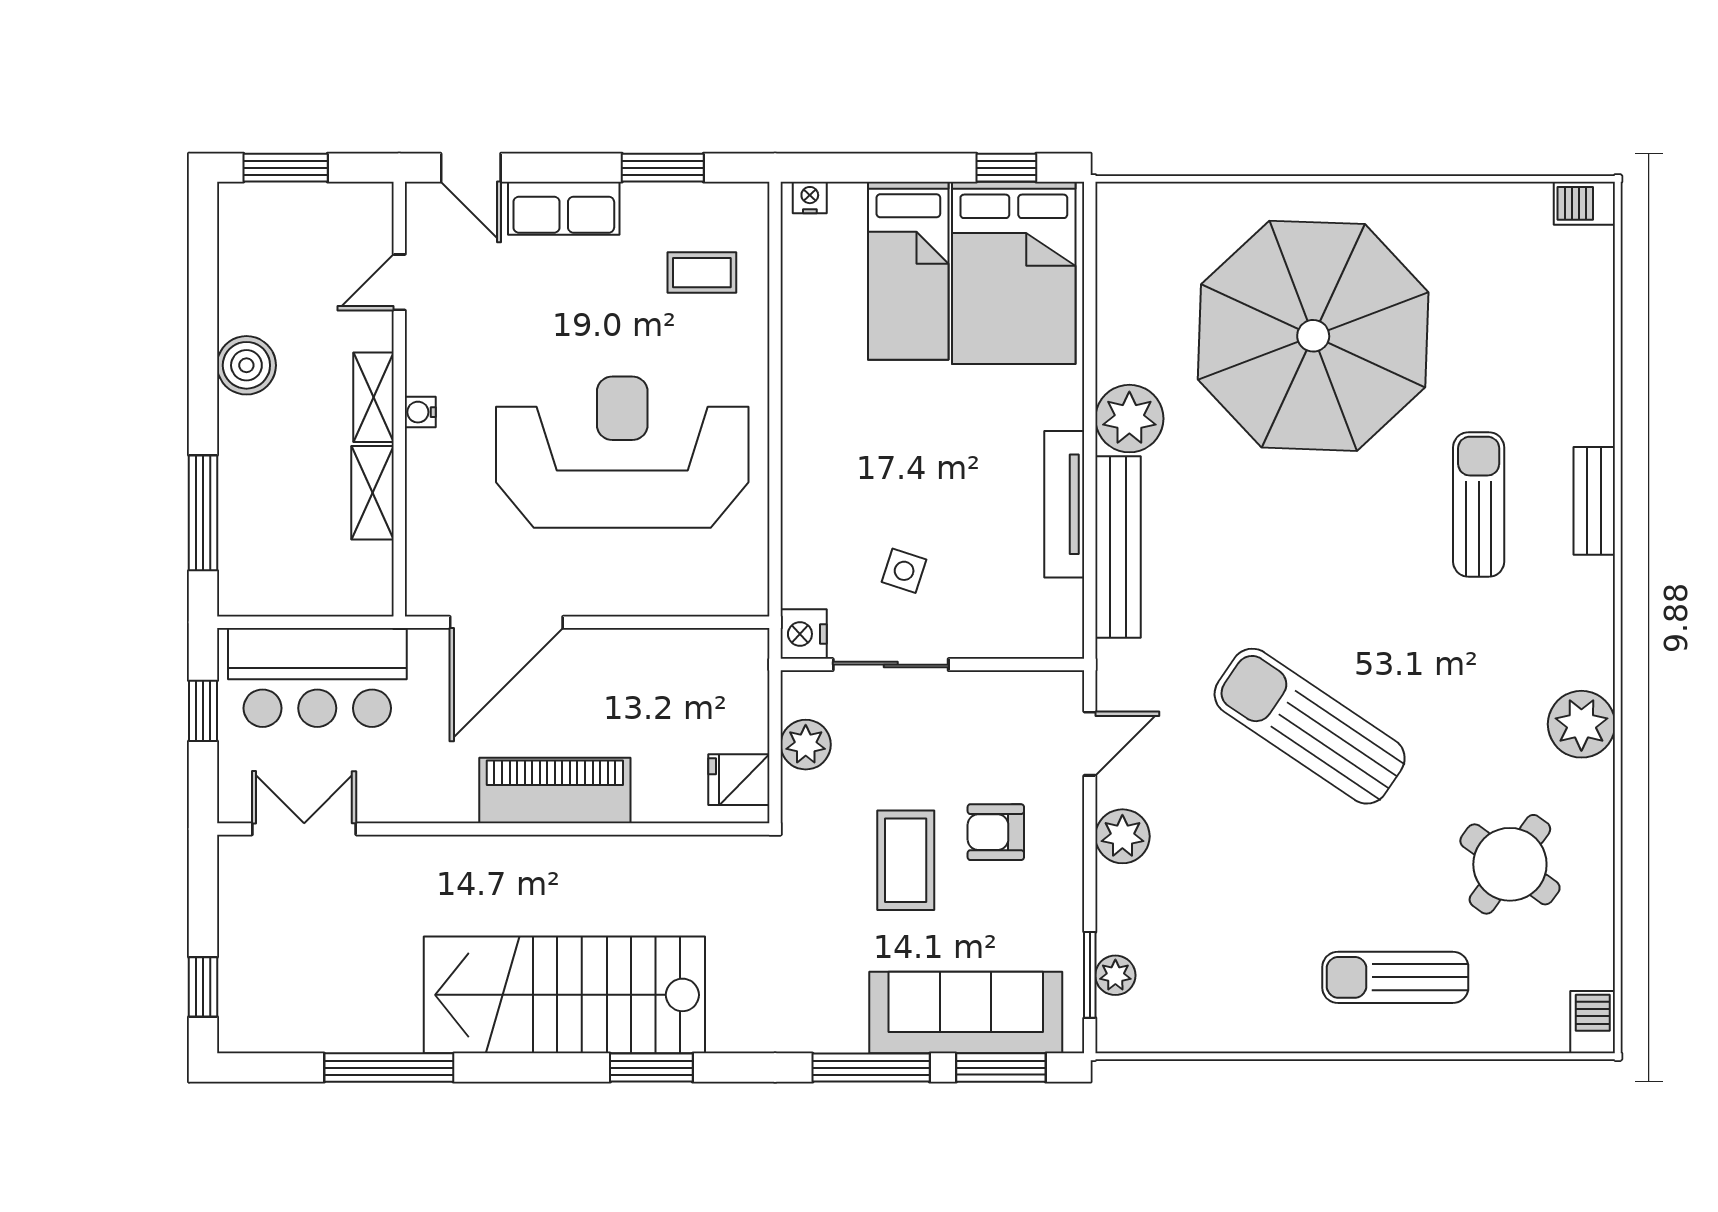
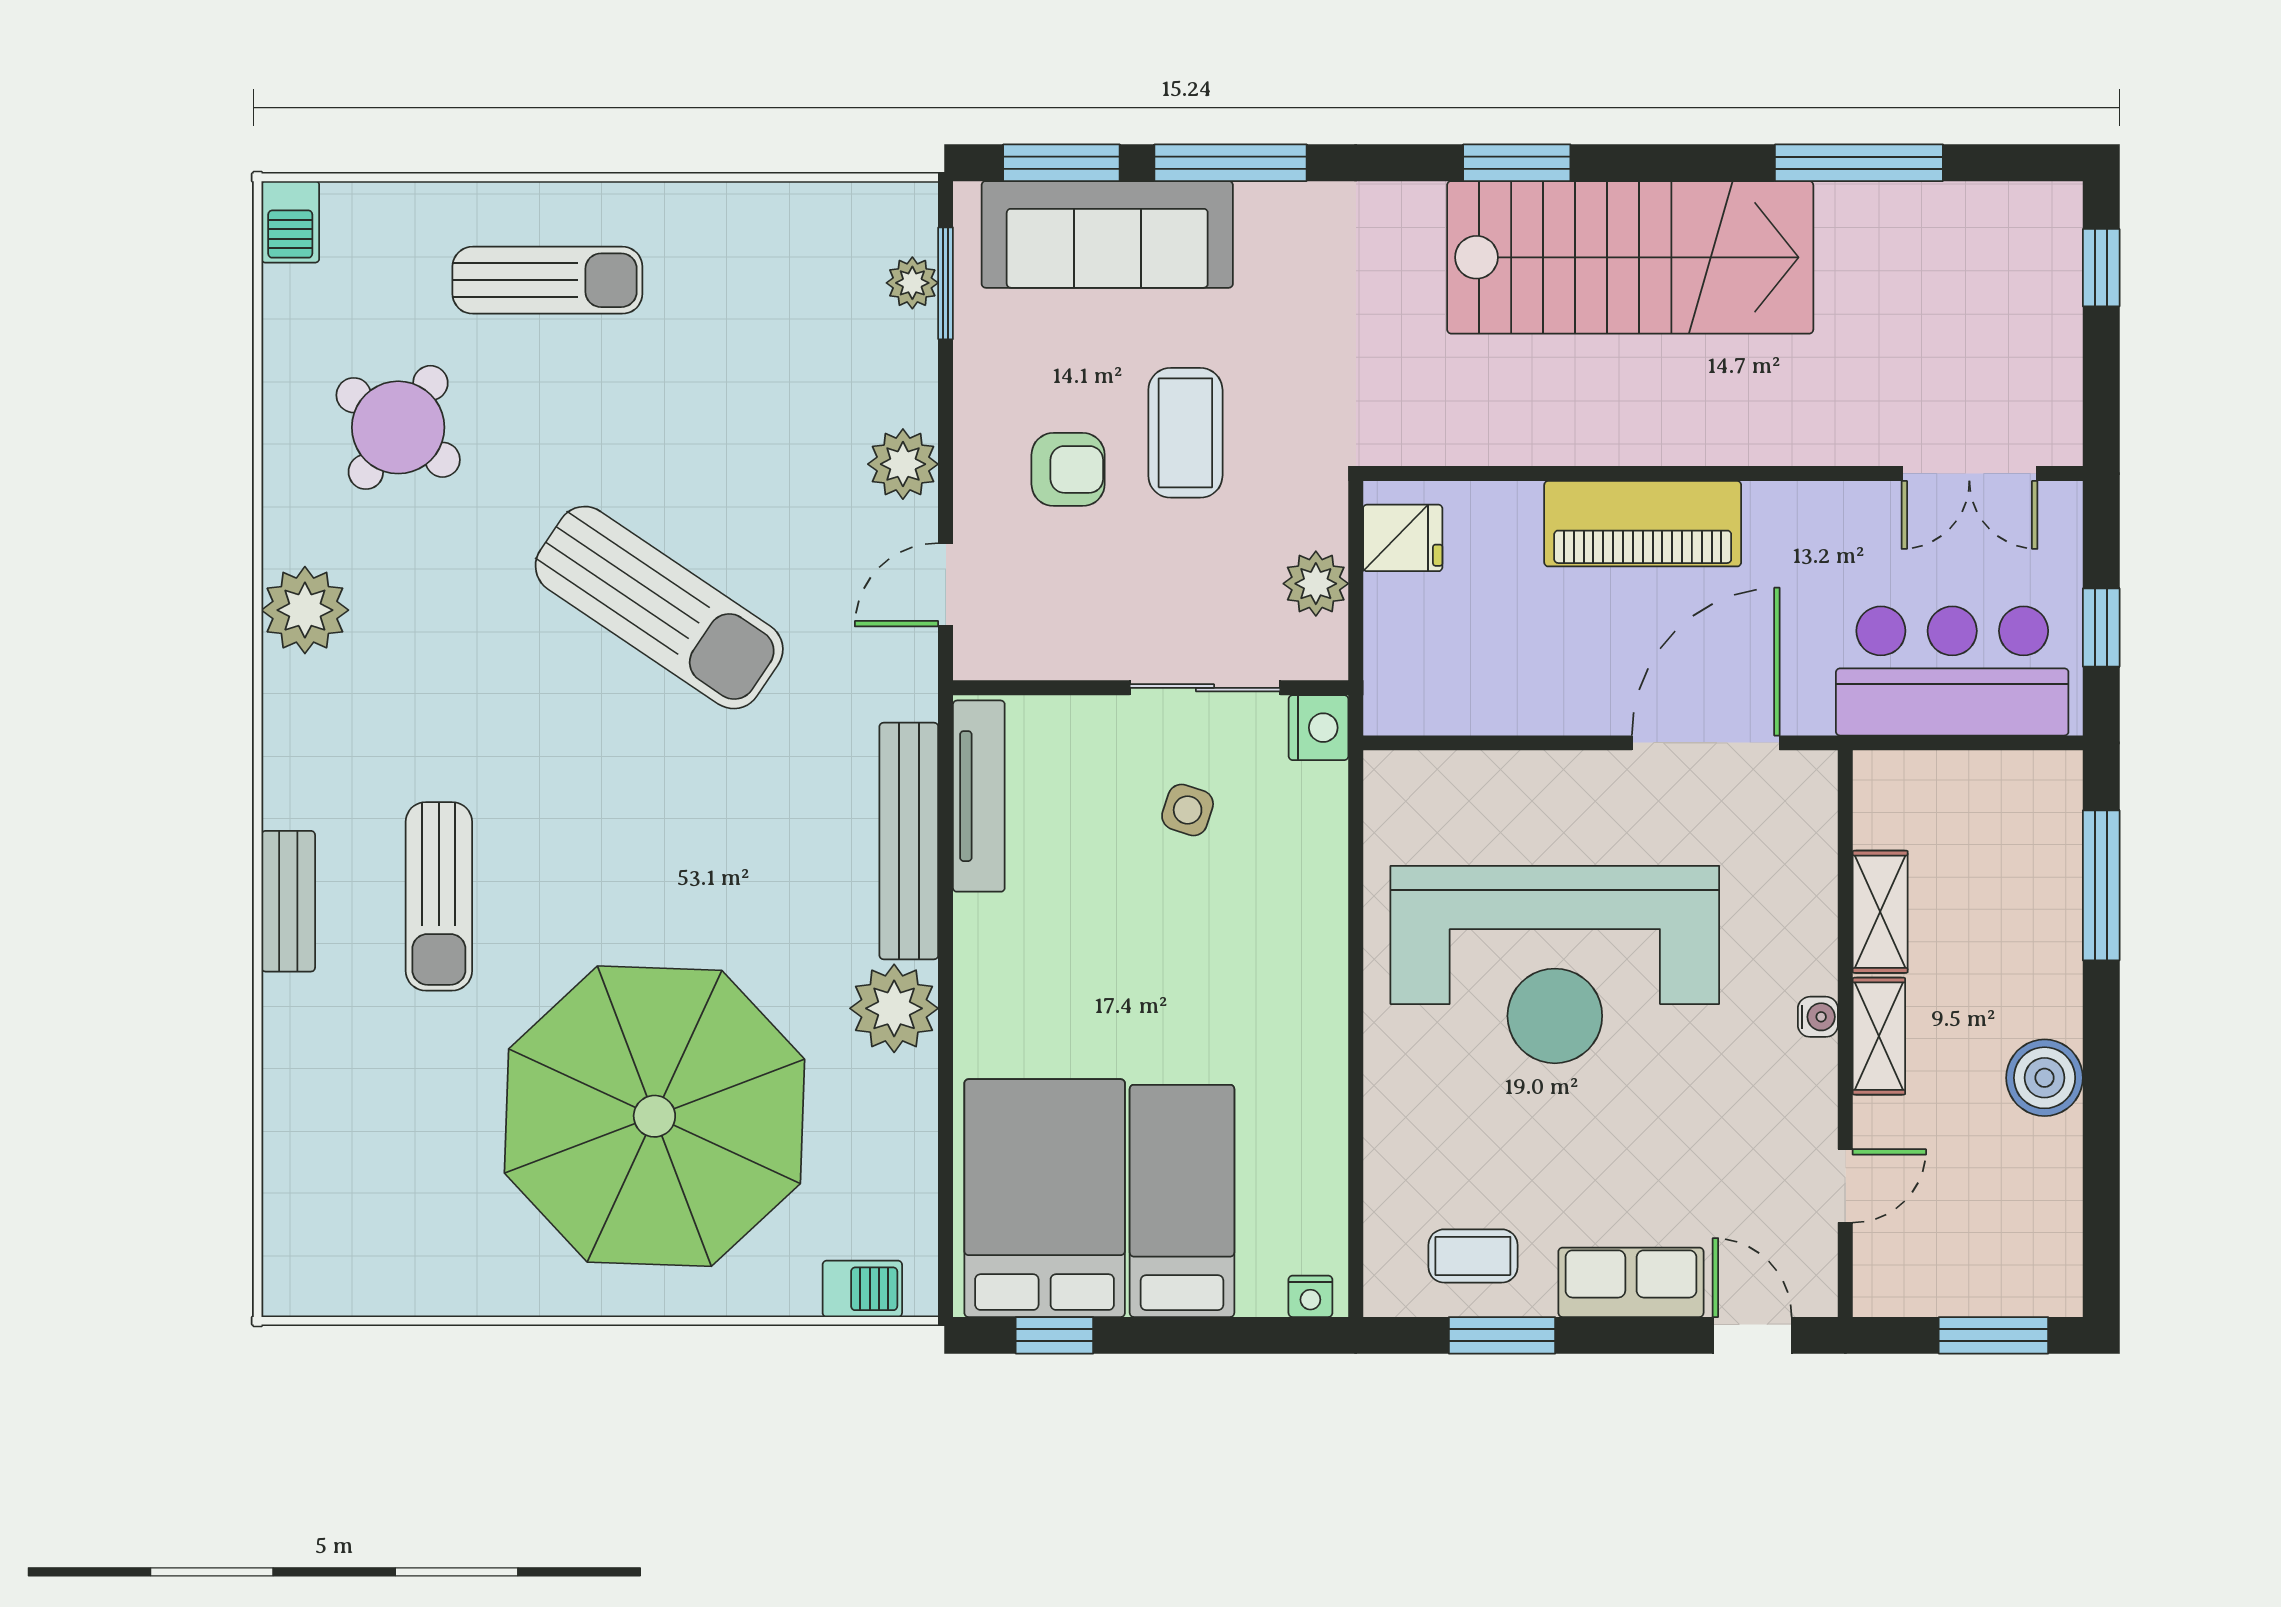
barbecue: (1584, 203) -> (862, 1289), moved
coffee table: (702, 273) -> (1473, 1256), moved
tv unit: (1064, 504) -> (979, 796), moved

